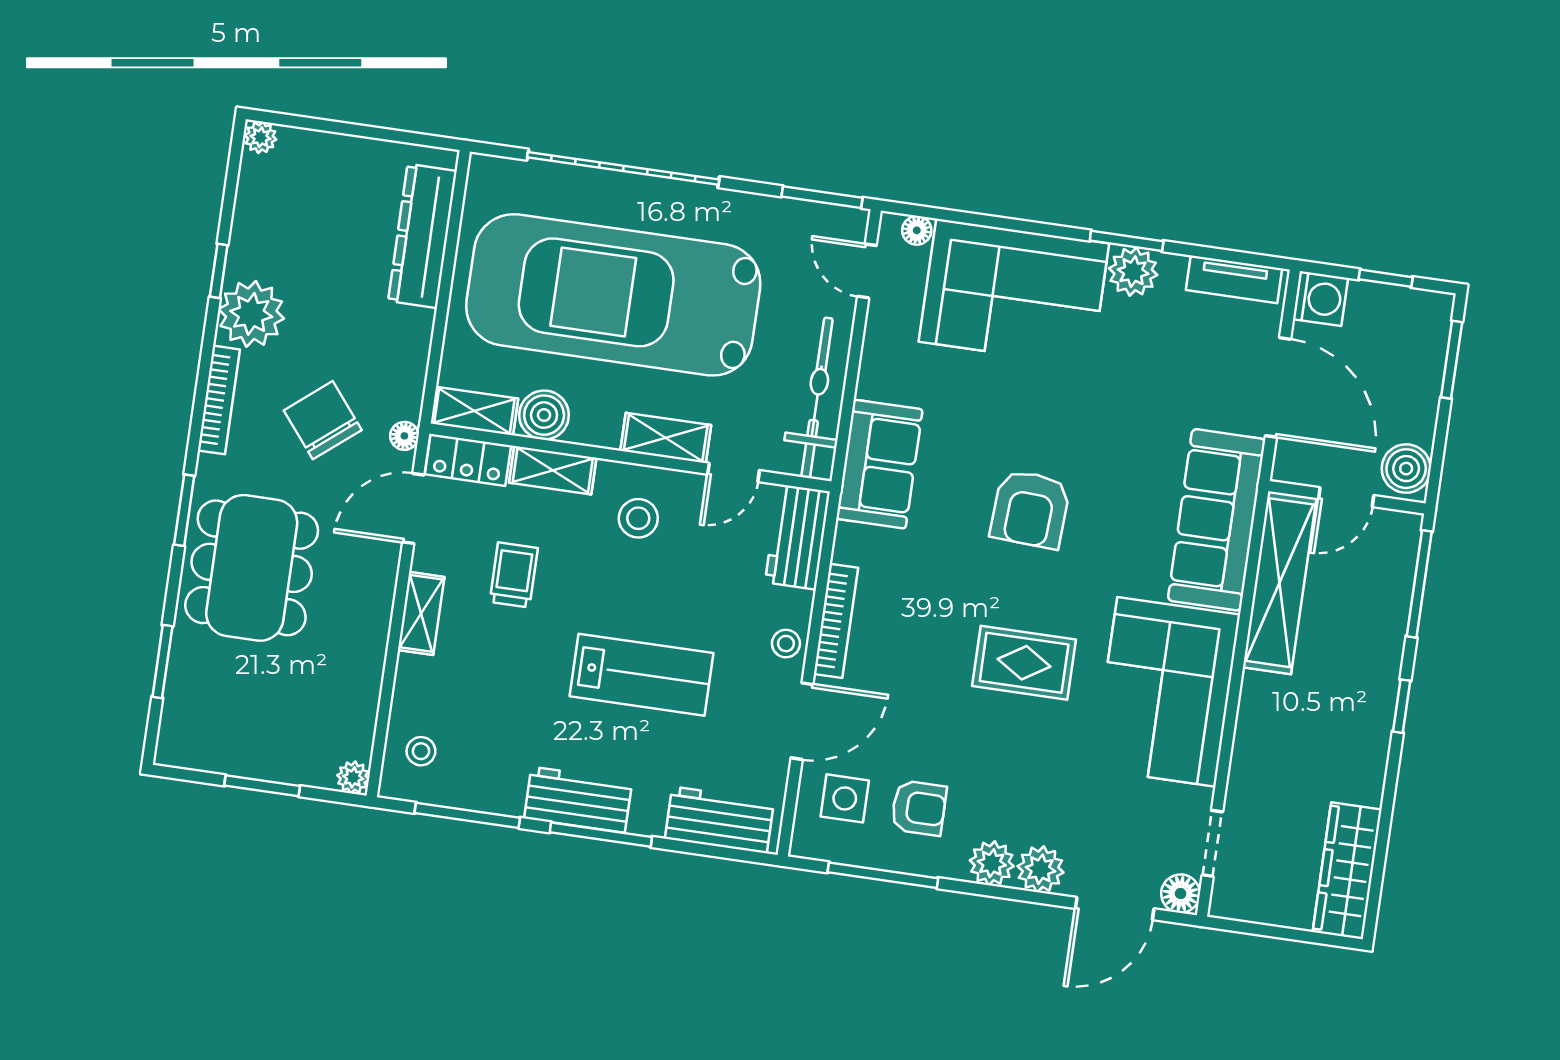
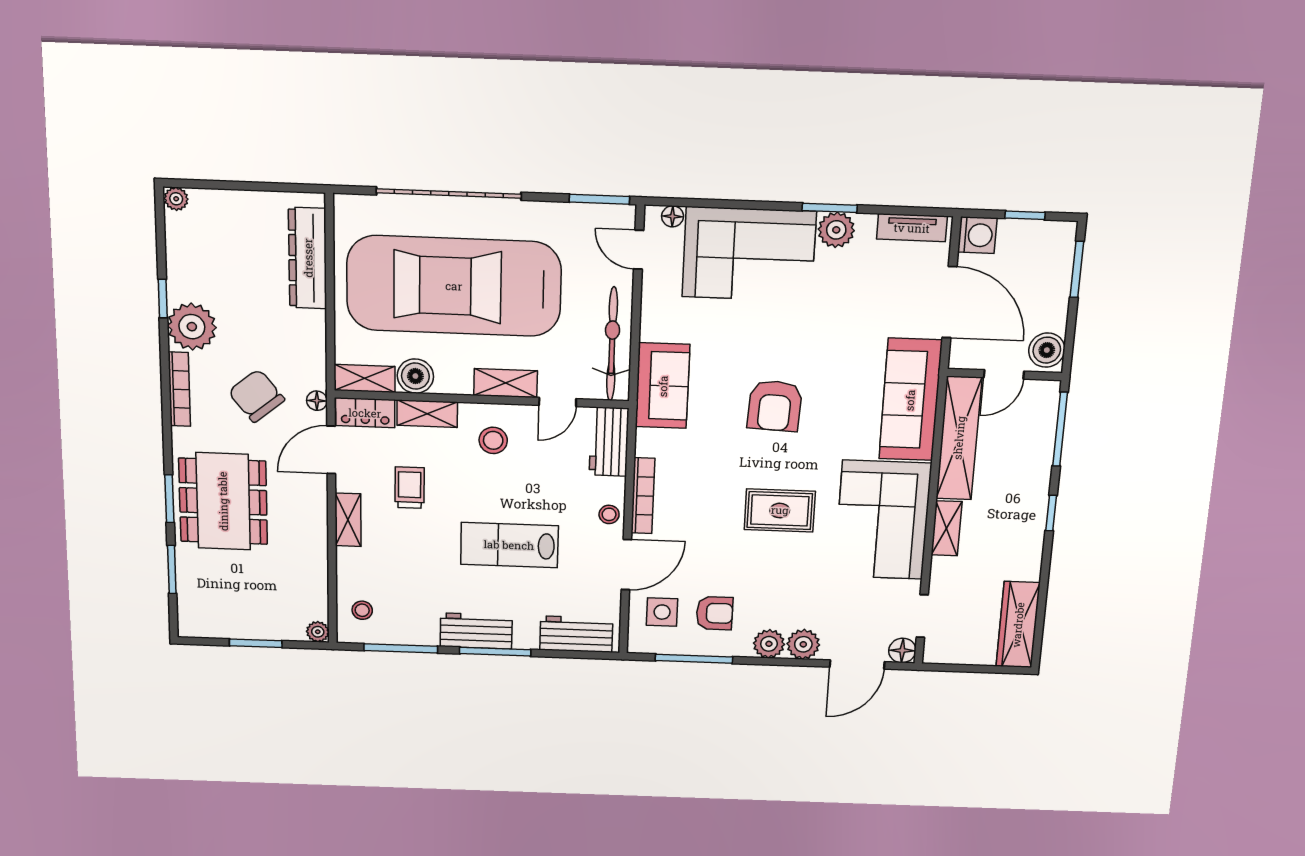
window: (184, 510) -> (169, 499), moved
lab bench: (642, 675) -> (509, 545), turned 180
shelving: (1255, 714) -> (947, 528), added

